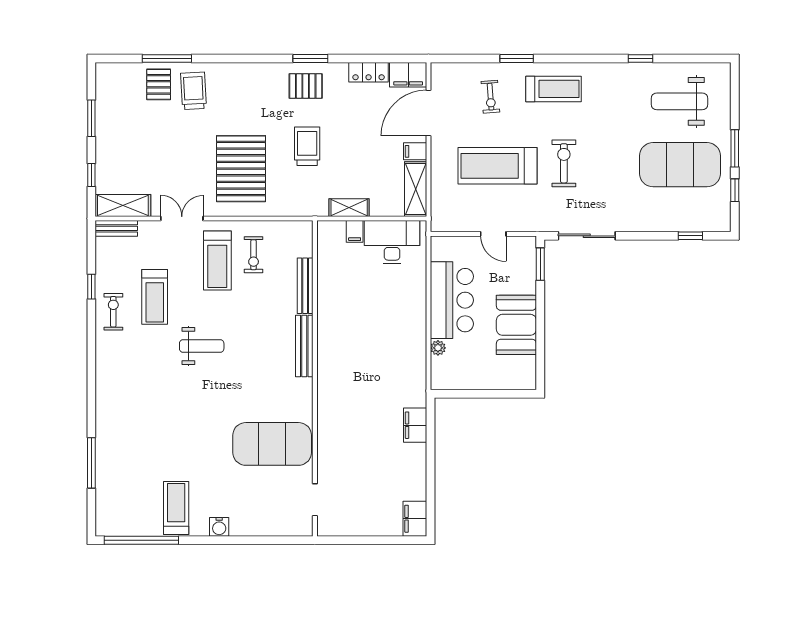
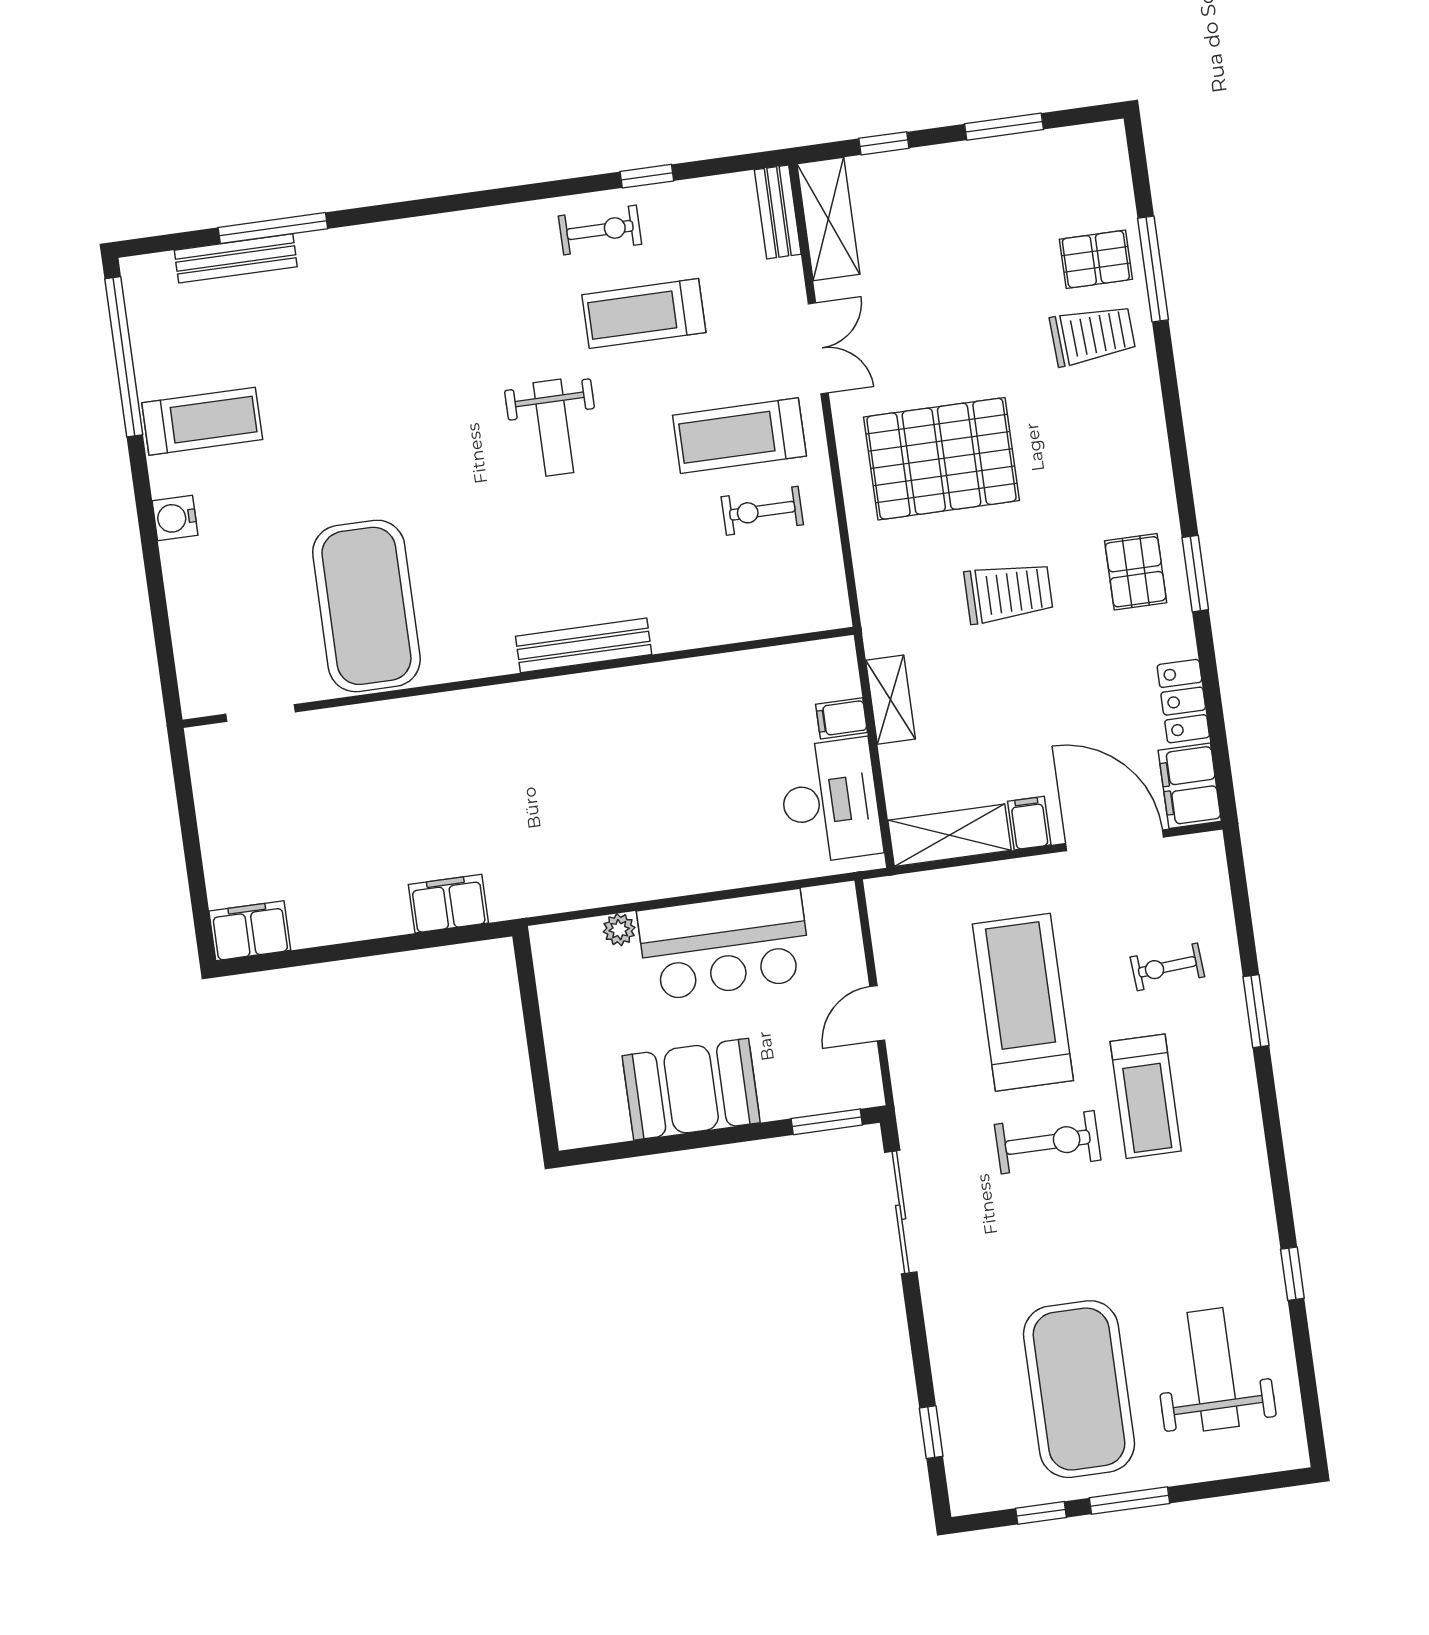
treadmill: (553, 89) -> (1146, 1096), moved
bench: (305, 286) -> (236, 258), moved

